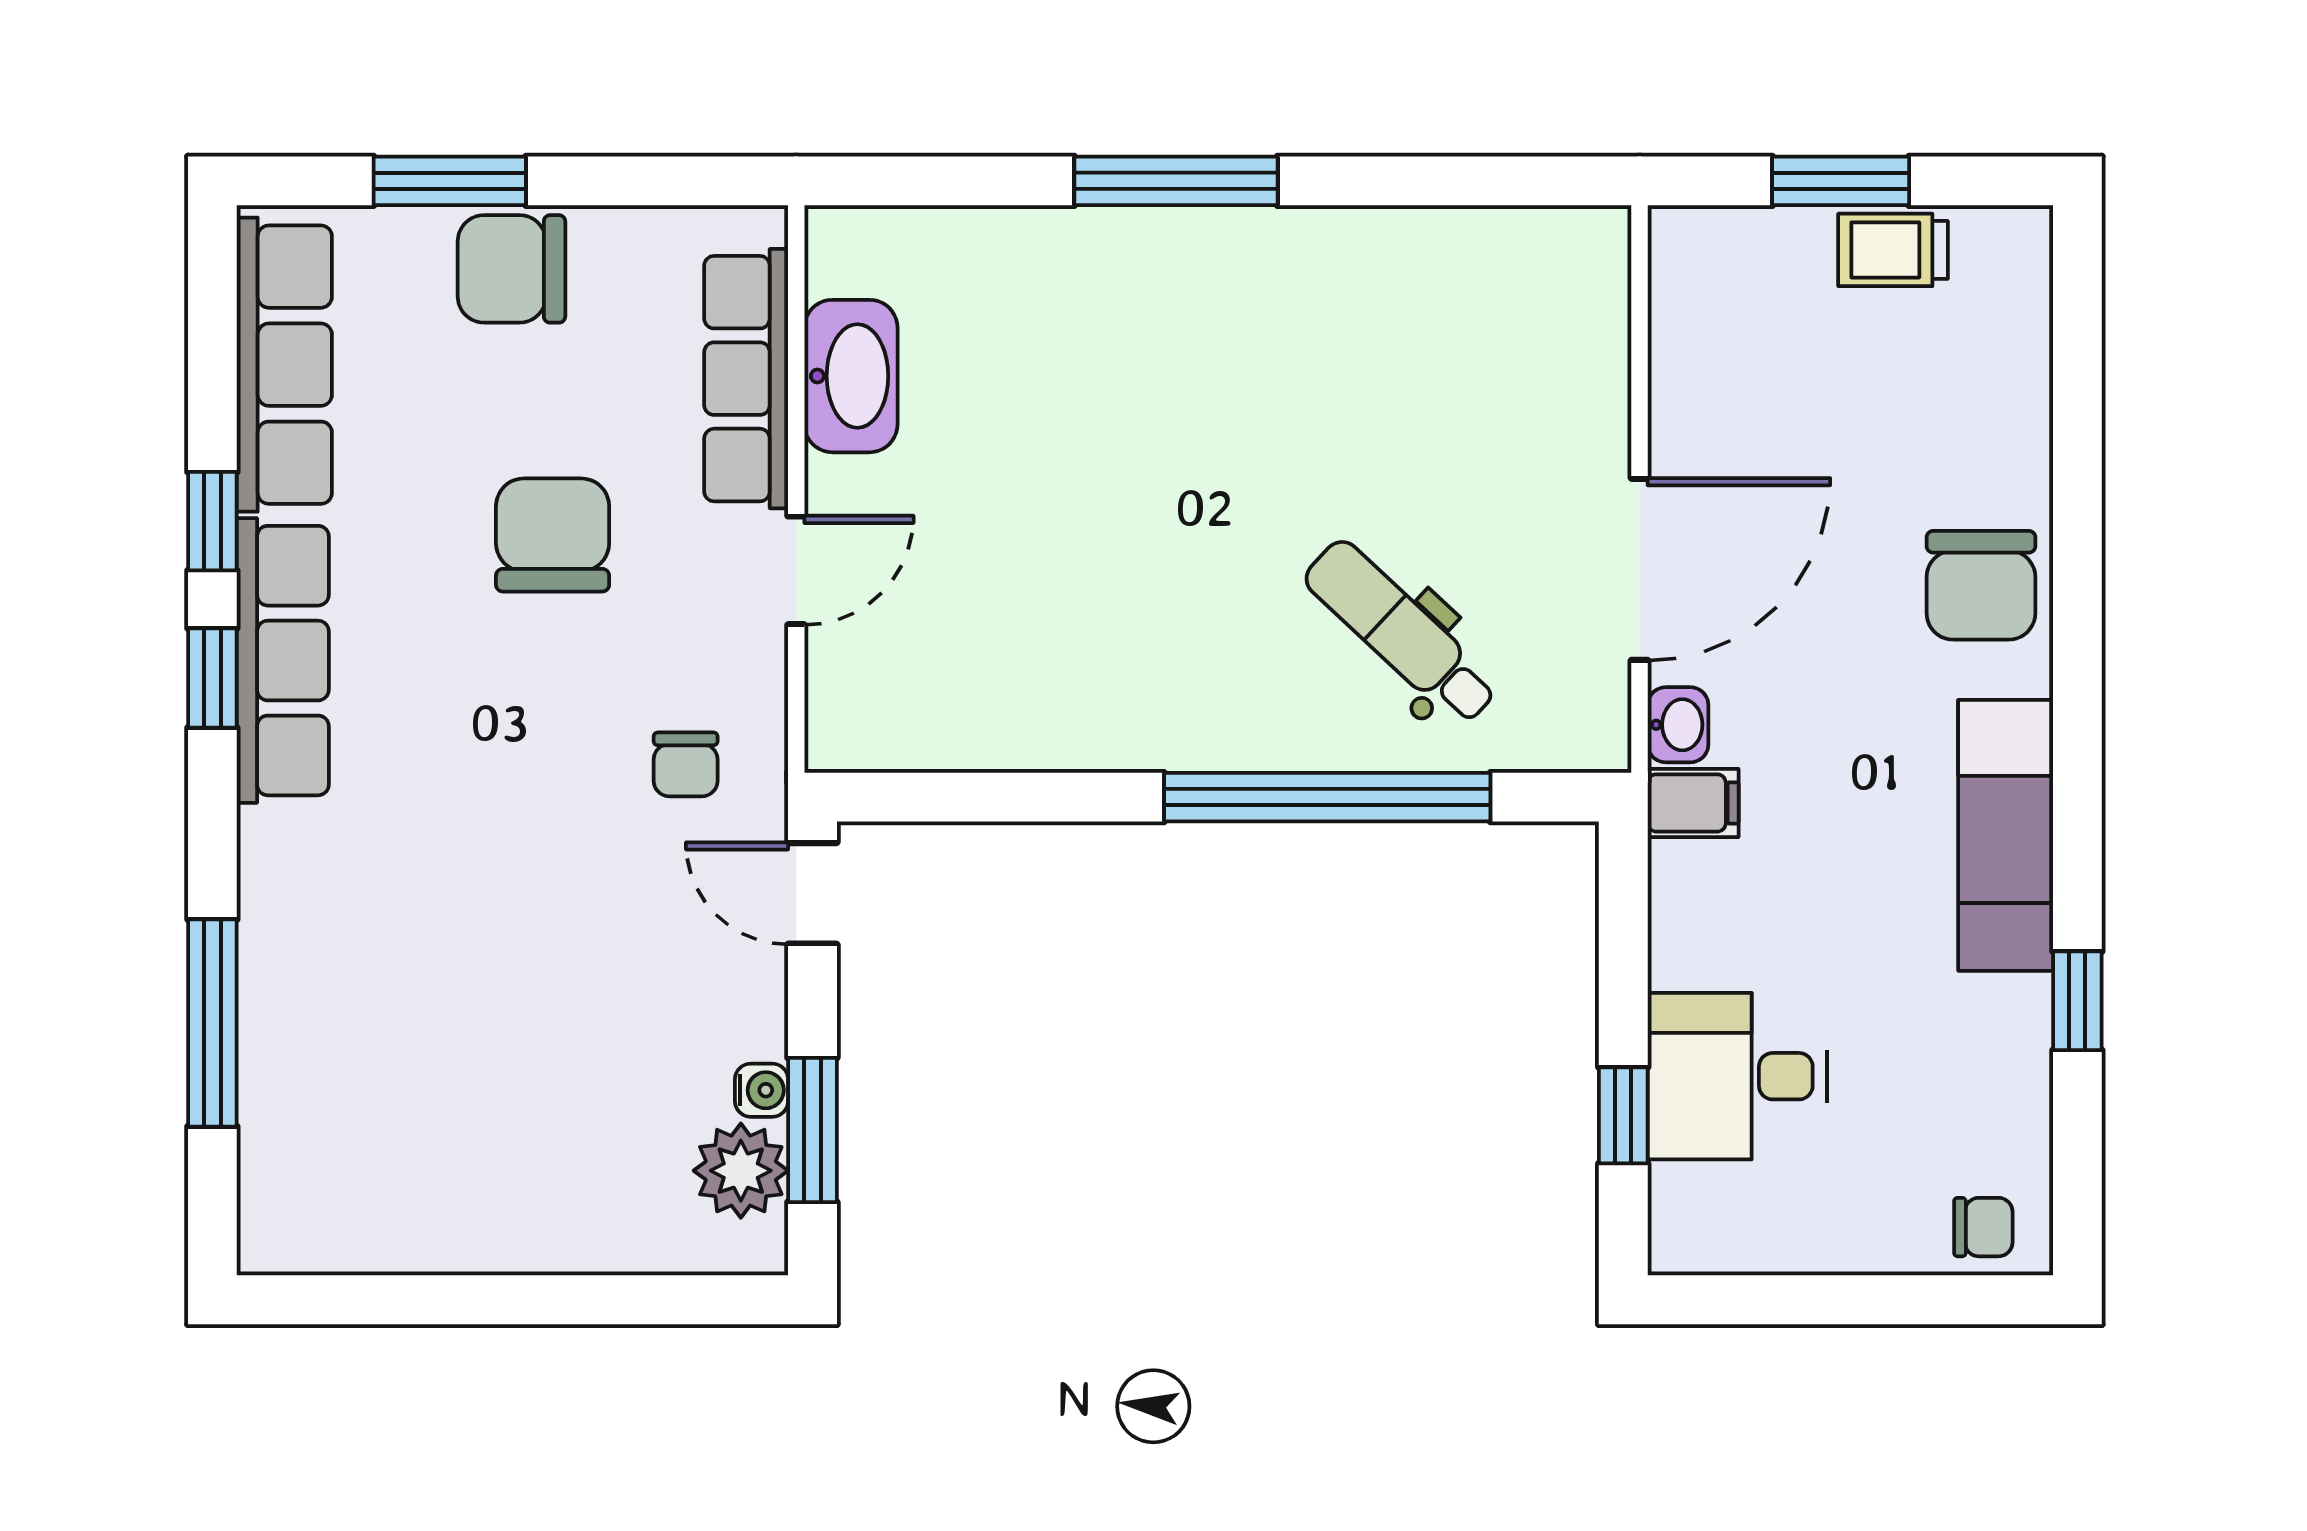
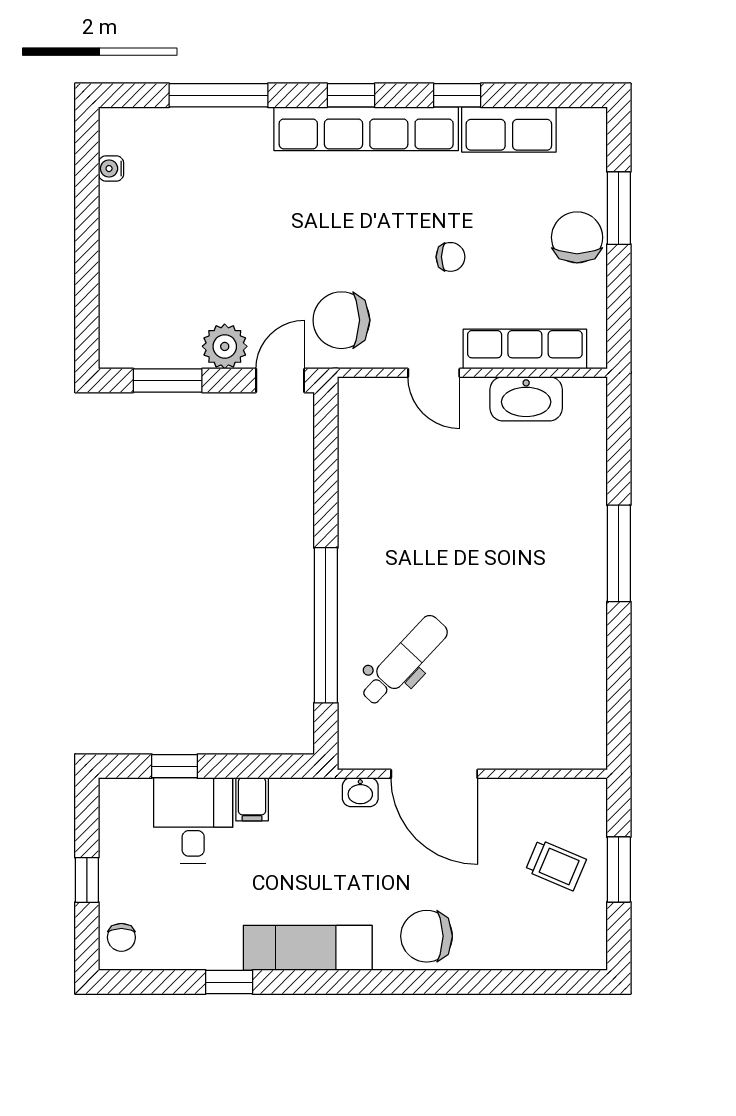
trolley: (1893, 250) -> (556, 865), moved, turned 113
row of seats: (284, 365) -> (509, 129), width x0.68
chair: (553, 535) -> (451, 257), width x0.54, depth x0.54
row of seats: (283, 661) -> (366, 129), width x1.36
window: (212, 678) -> (351, 95), moved
chair: (686, 764) -> (341, 320), width x1.87, depth x1.87
filing cabinet: (1693, 803) -> (252, 799), moved
water cooler: (762, 1090) -> (111, 169), moved, turned 90
plant: (741, 1171) -> (225, 346), moved
window: (1863, 1300) -> (87, 880), added

